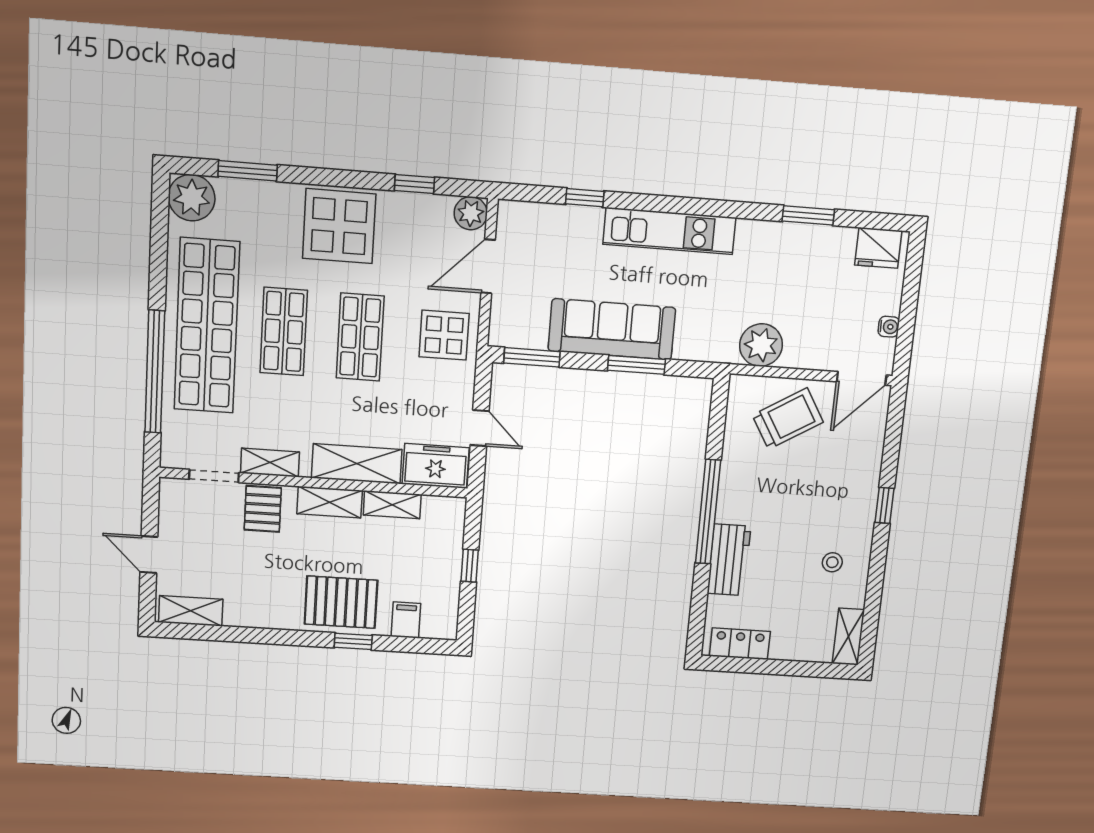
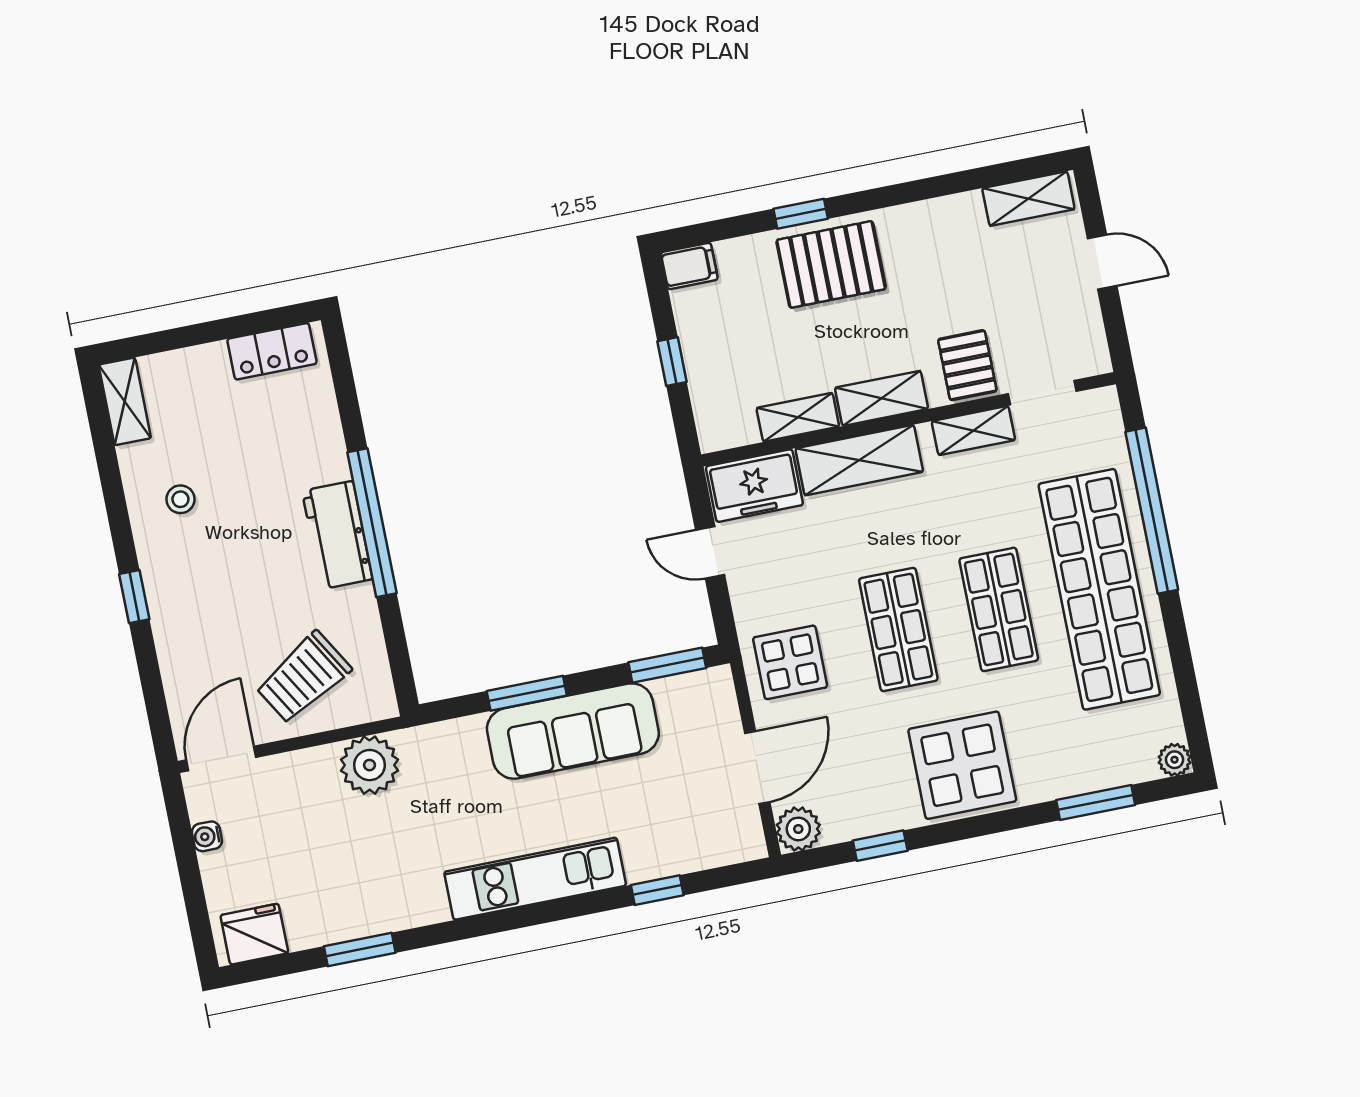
plant: (192, 198) -> (1175, 760), width x0.53, depth x0.53
workbench: (729, 560) -> (337, 535), moved
filing cabinet: (406, 620) -> (689, 266), moved, turned -90

